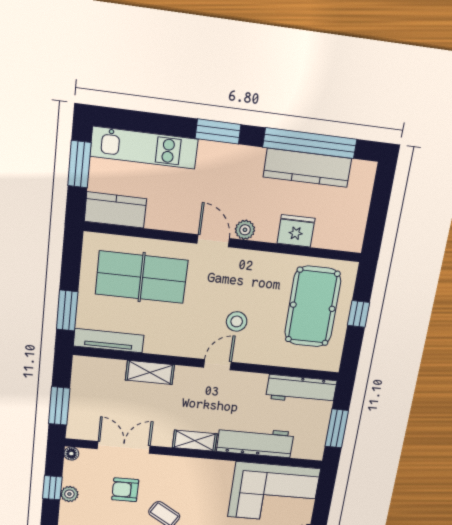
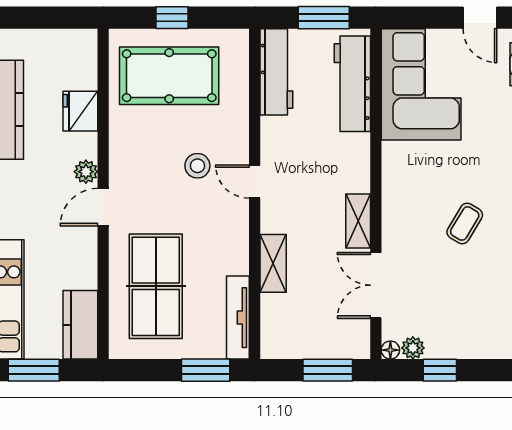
shelving: (195, 441) -> (358, 221), moved
workbench: (255, 442) -> (352, 84), moved
armchair: (125, 490) -> (434, 278), removed
plant: (69, 494) -> (413, 348), moved

